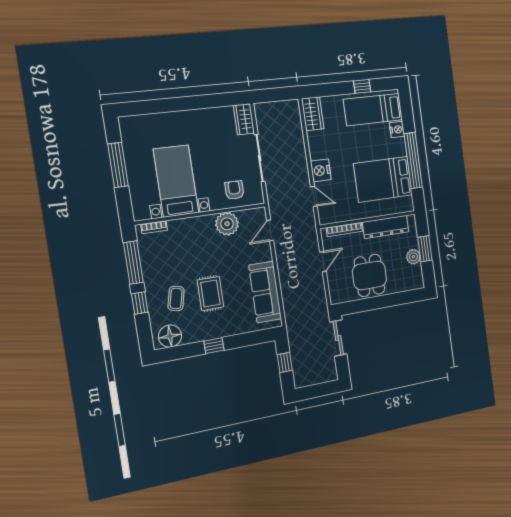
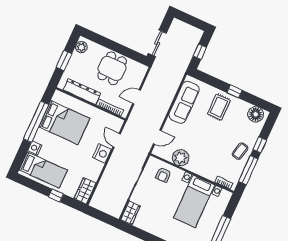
window: (362, 86) -> (56, 195), moved
plant: (413, 257) -> (81, 47), moved
rug: (210, 294) -> (219, 107), moved
coffee table: (176, 298) -> (240, 151), moved

